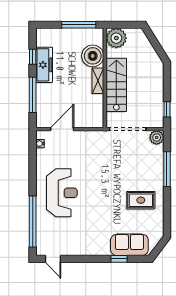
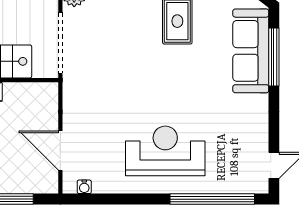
sofa: (129, 245) -> (251, 51), width x1.36
window: (119, 259) -> (274, 57), width x2.17

